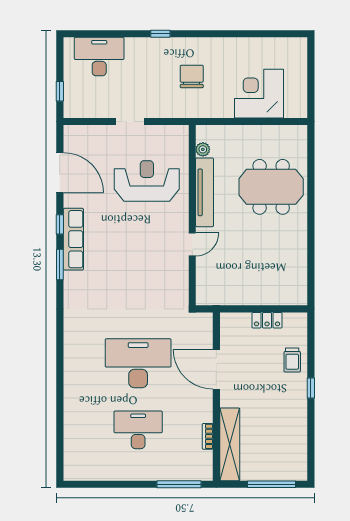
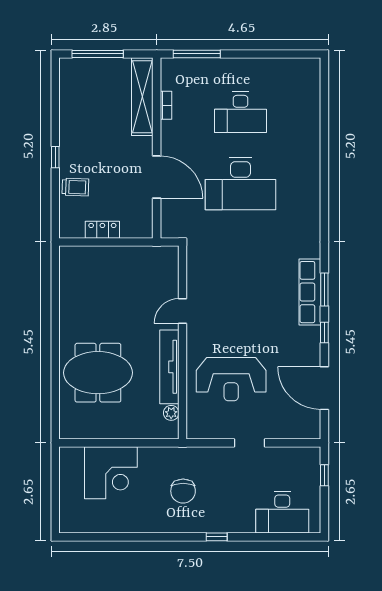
row of seats: (73, 239) -> (310, 292), moved
trolley: (292, 360) -> (75, 187), turned 92

